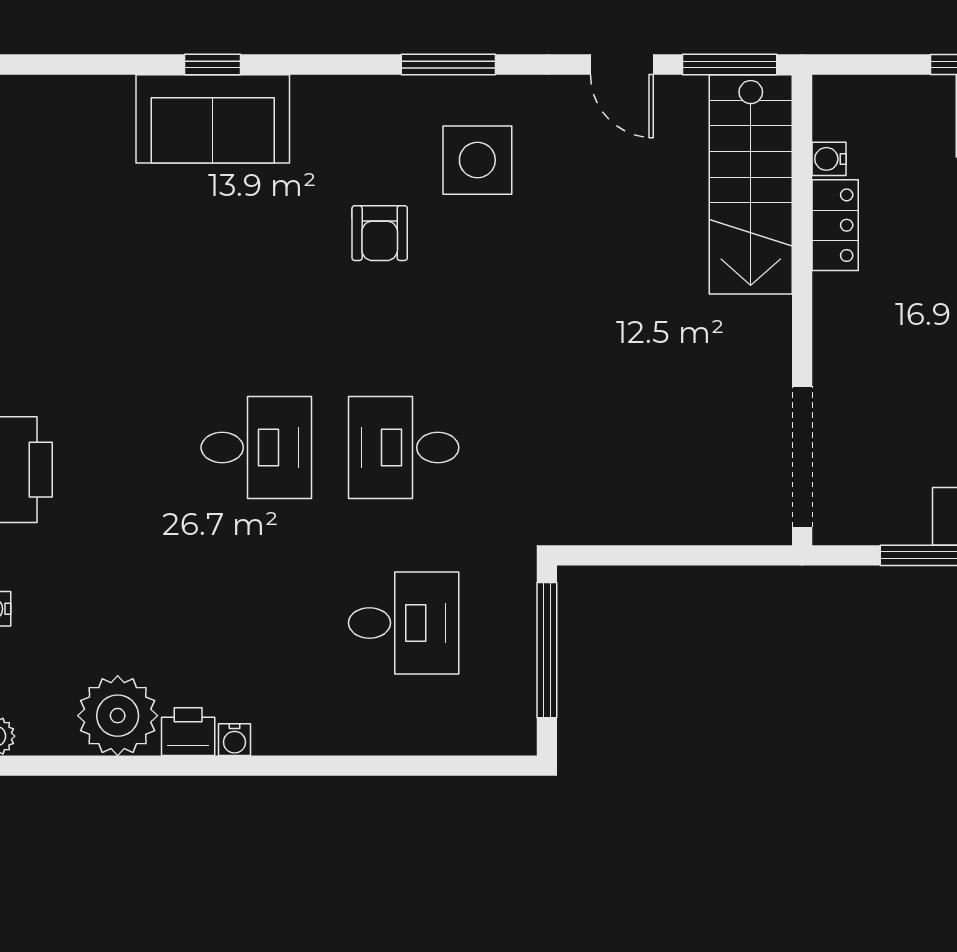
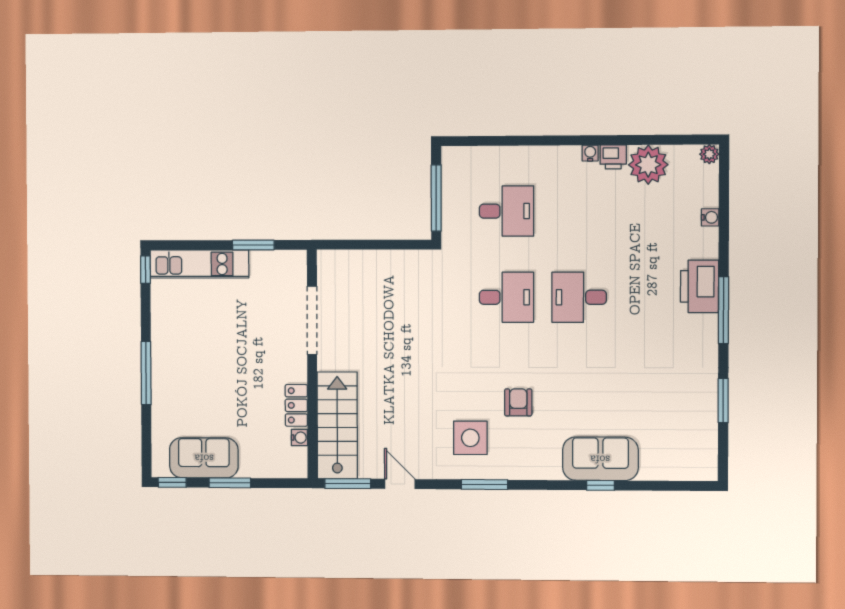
doorway: (802, 457) -> (312, 320), moved
desk: (404, 623) -> (506, 211), turned 180

